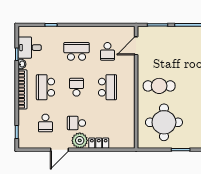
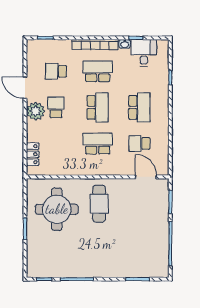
school desk: (76, 87) -> (98, 107), width x1.85
school desk: (107, 87) -> (98, 144), turned 180
locker: (99, 143) -> (33, 154), moved

